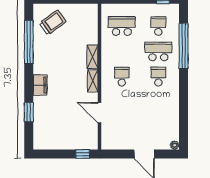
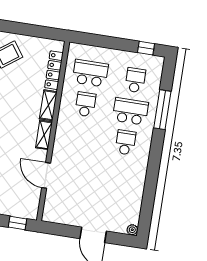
locker: (93, 28) -> (54, 70), added
window: (183, 46) -> (162, 110), width x0.68
school desk: (122, 77) -> (85, 104), moved

